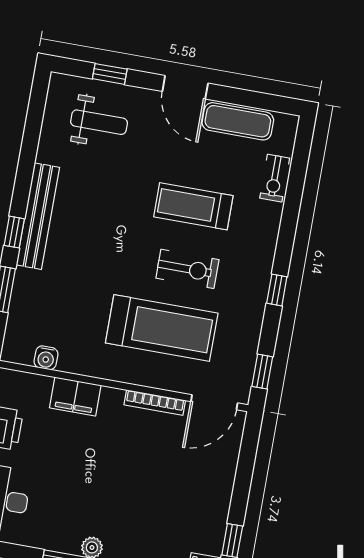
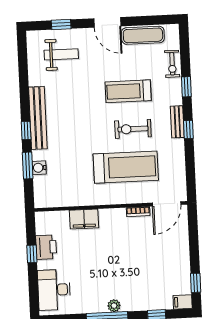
exercise bike: (187, 269) -> (133, 129), turned 180
bench: (262, 274) -> (177, 122), added
water cooler: (46, 358) -> (39, 168), moved, turned 90
window: (262, 372) -> (186, 87), moved
bookcase: (155, 402) -> (138, 212), width x0.64

